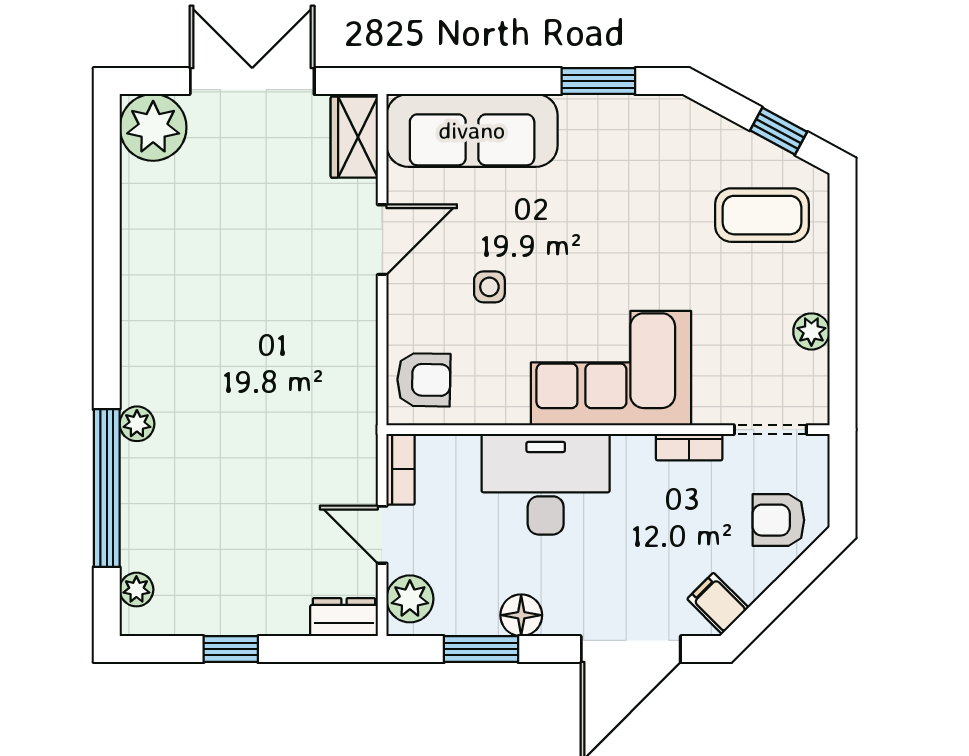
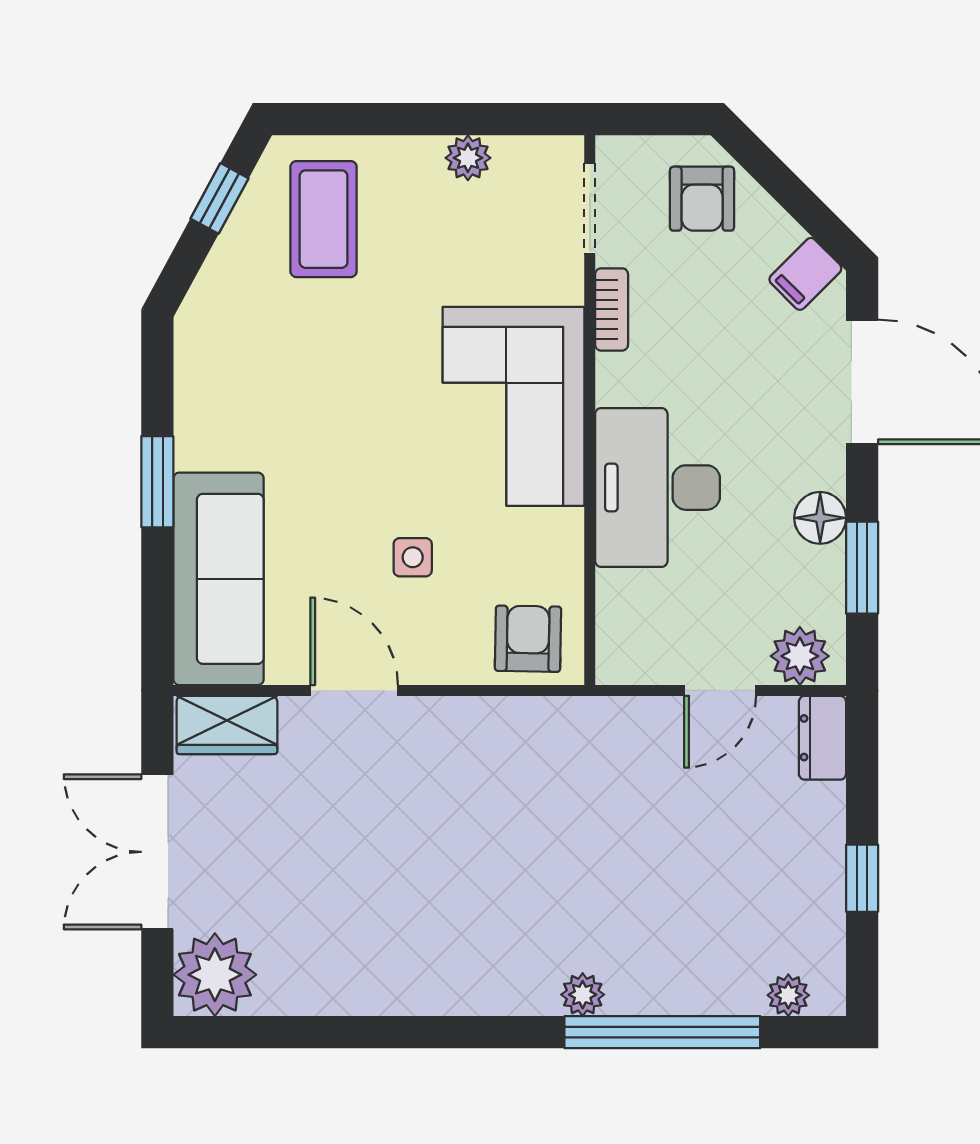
window: (598, 81) -> (157, 482), moved
bookcase: (401, 469) -> (639, 668), removed

